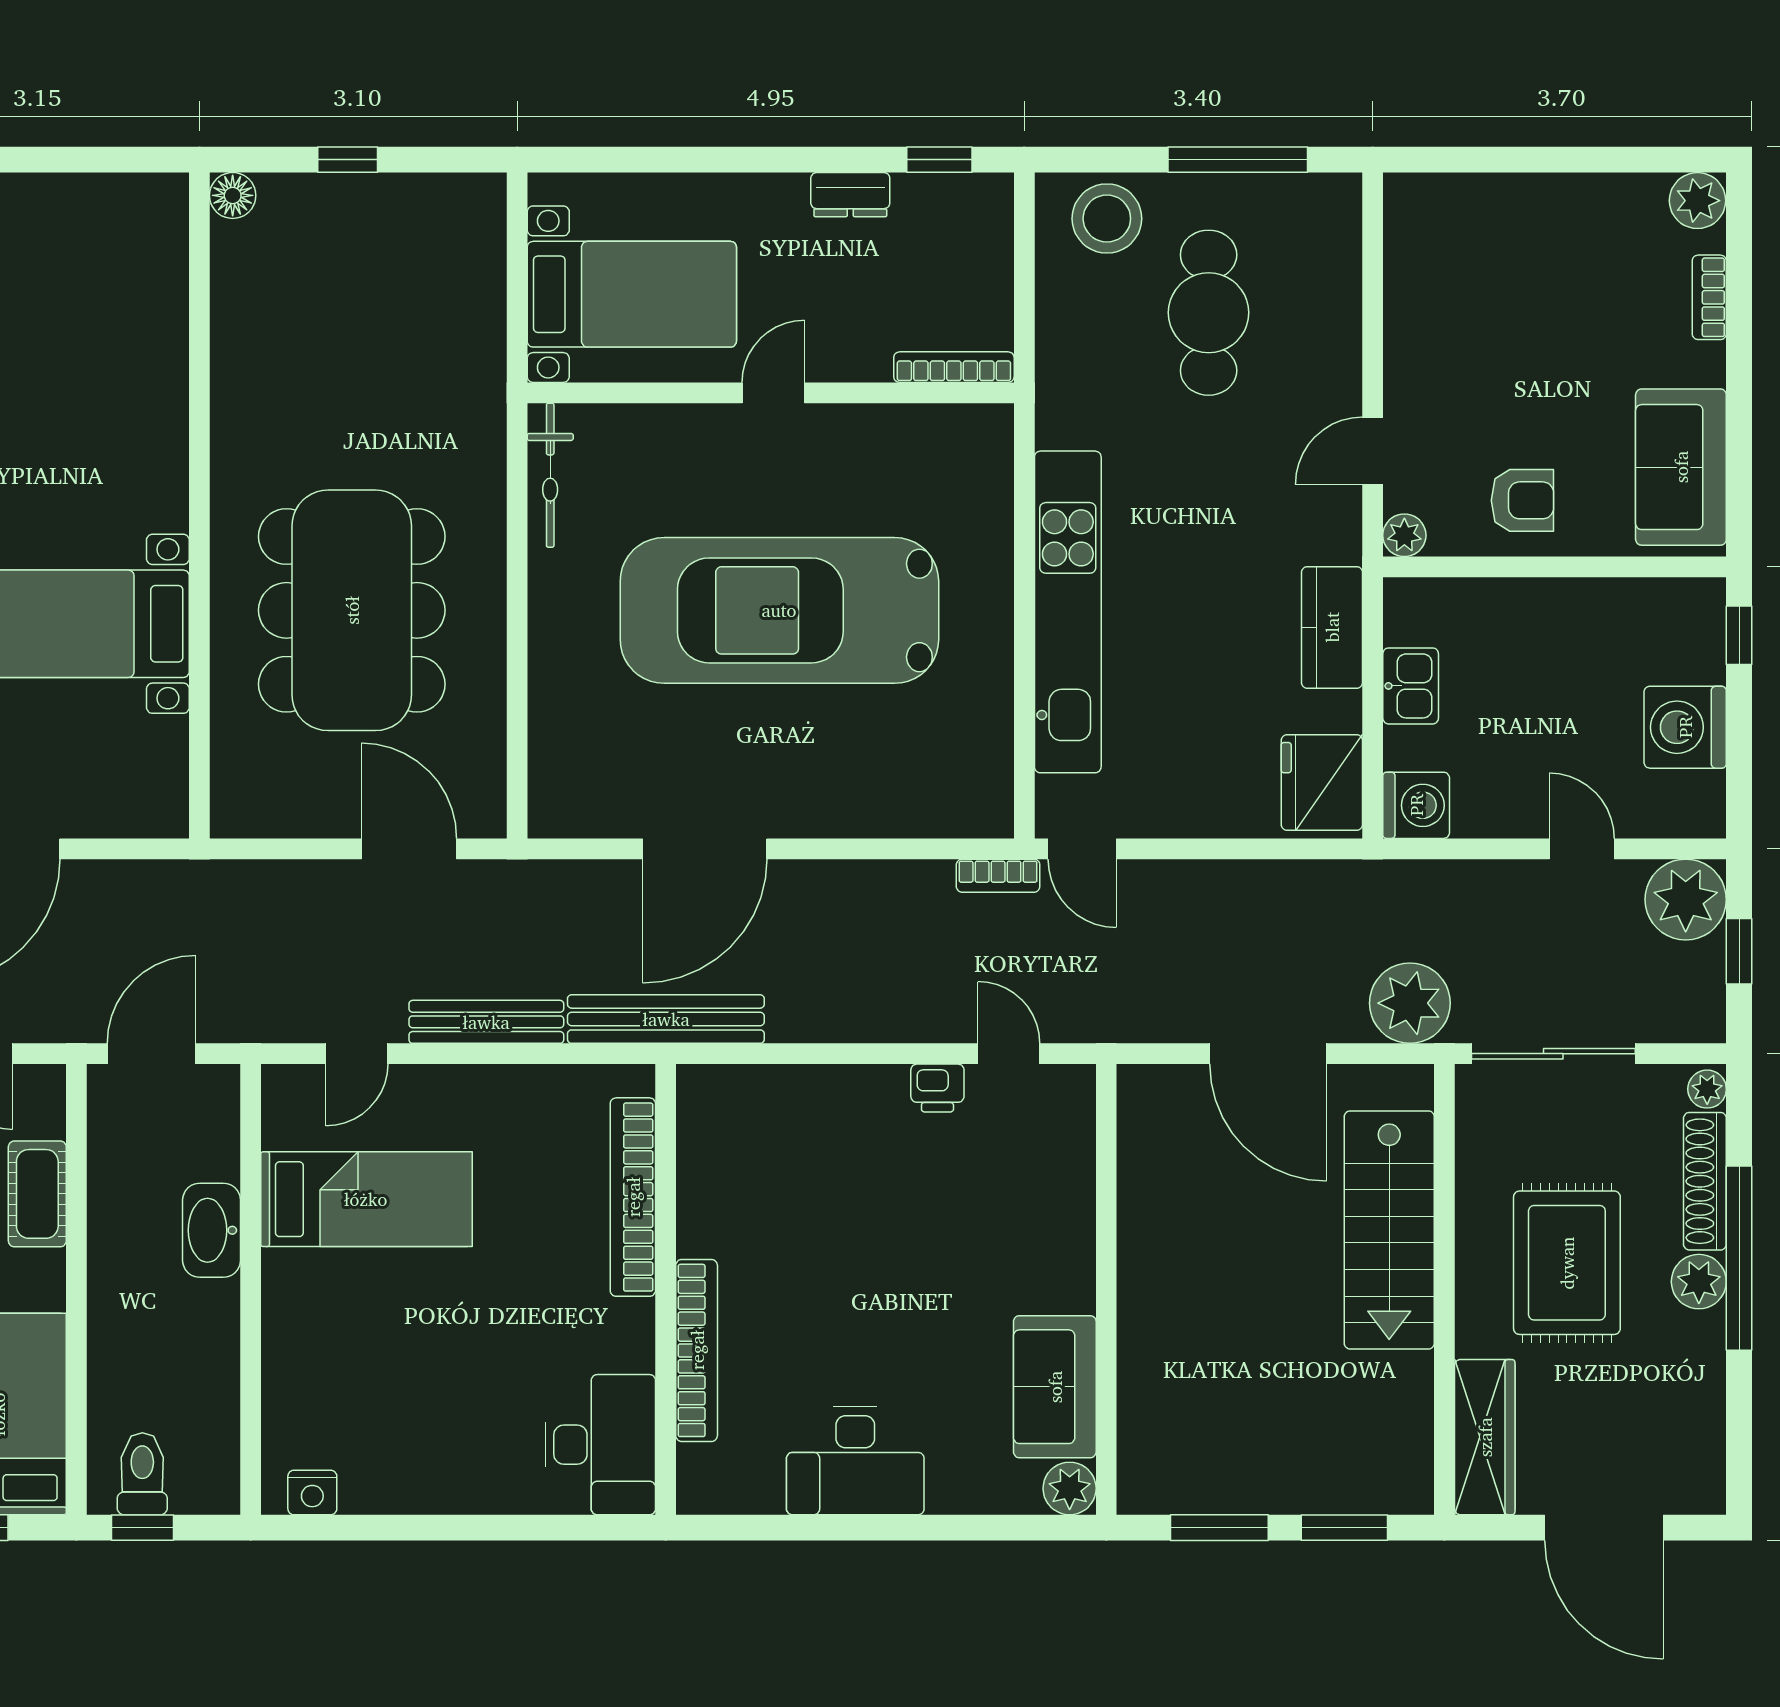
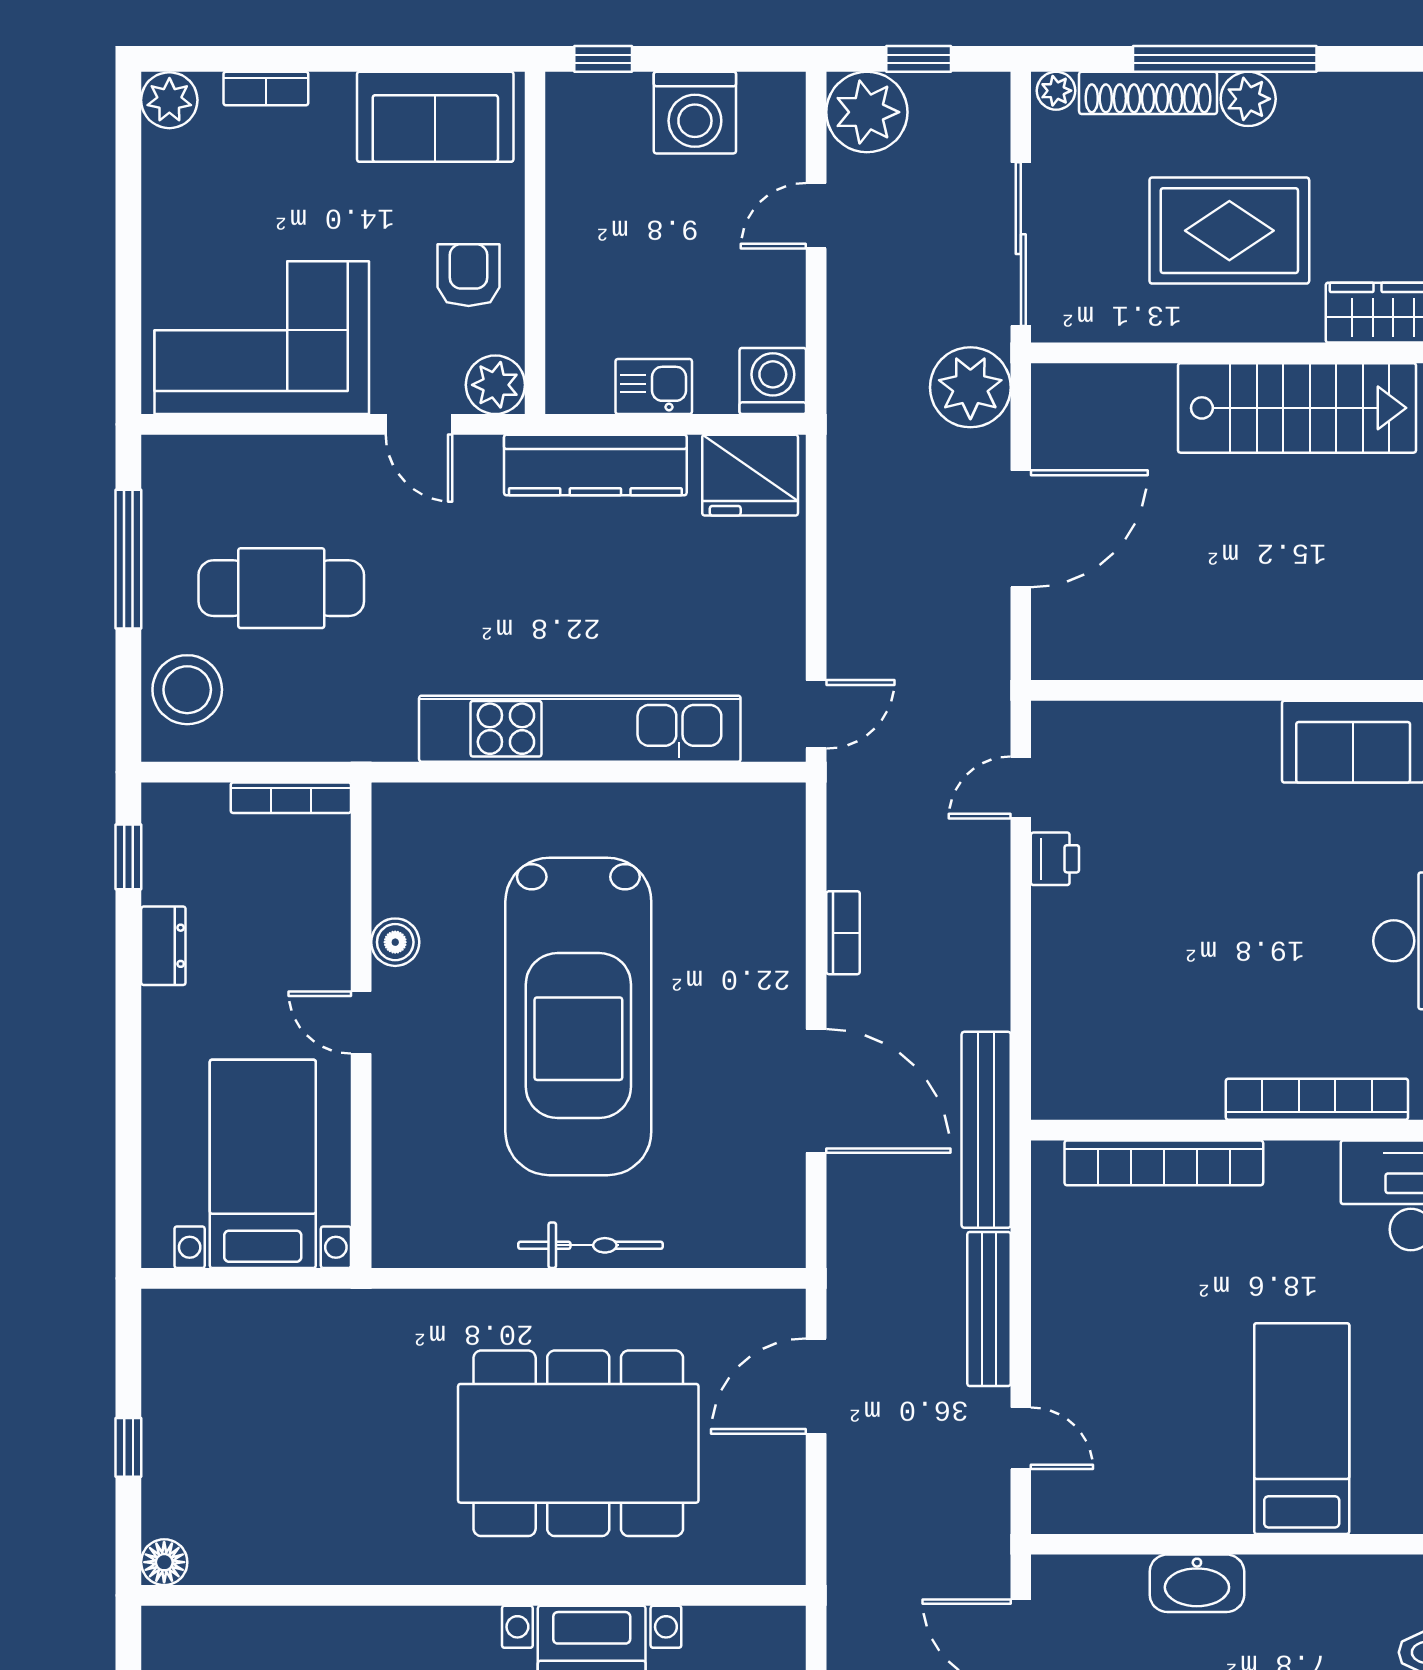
corner sofa: (1460, 293) -> (262, 338), added
bookcase: (954, 367) -> (291, 798), moved, turned -90
boiler: (854, 427) -> (395, 942), added
bicycle: (550, 475) -> (590, 1245), moved
plant: (1404, 535) -> (495, 385), width x1.38, depth x1.38
kitchen counter: (1332, 627) -> (595, 465), width x1.50
bookcase: (998, 876) -> (843, 933), moved
bed: (366, 1199) -> (1302, 1429), moved
stairs: (1389, 1230) -> (1297, 408), moved

